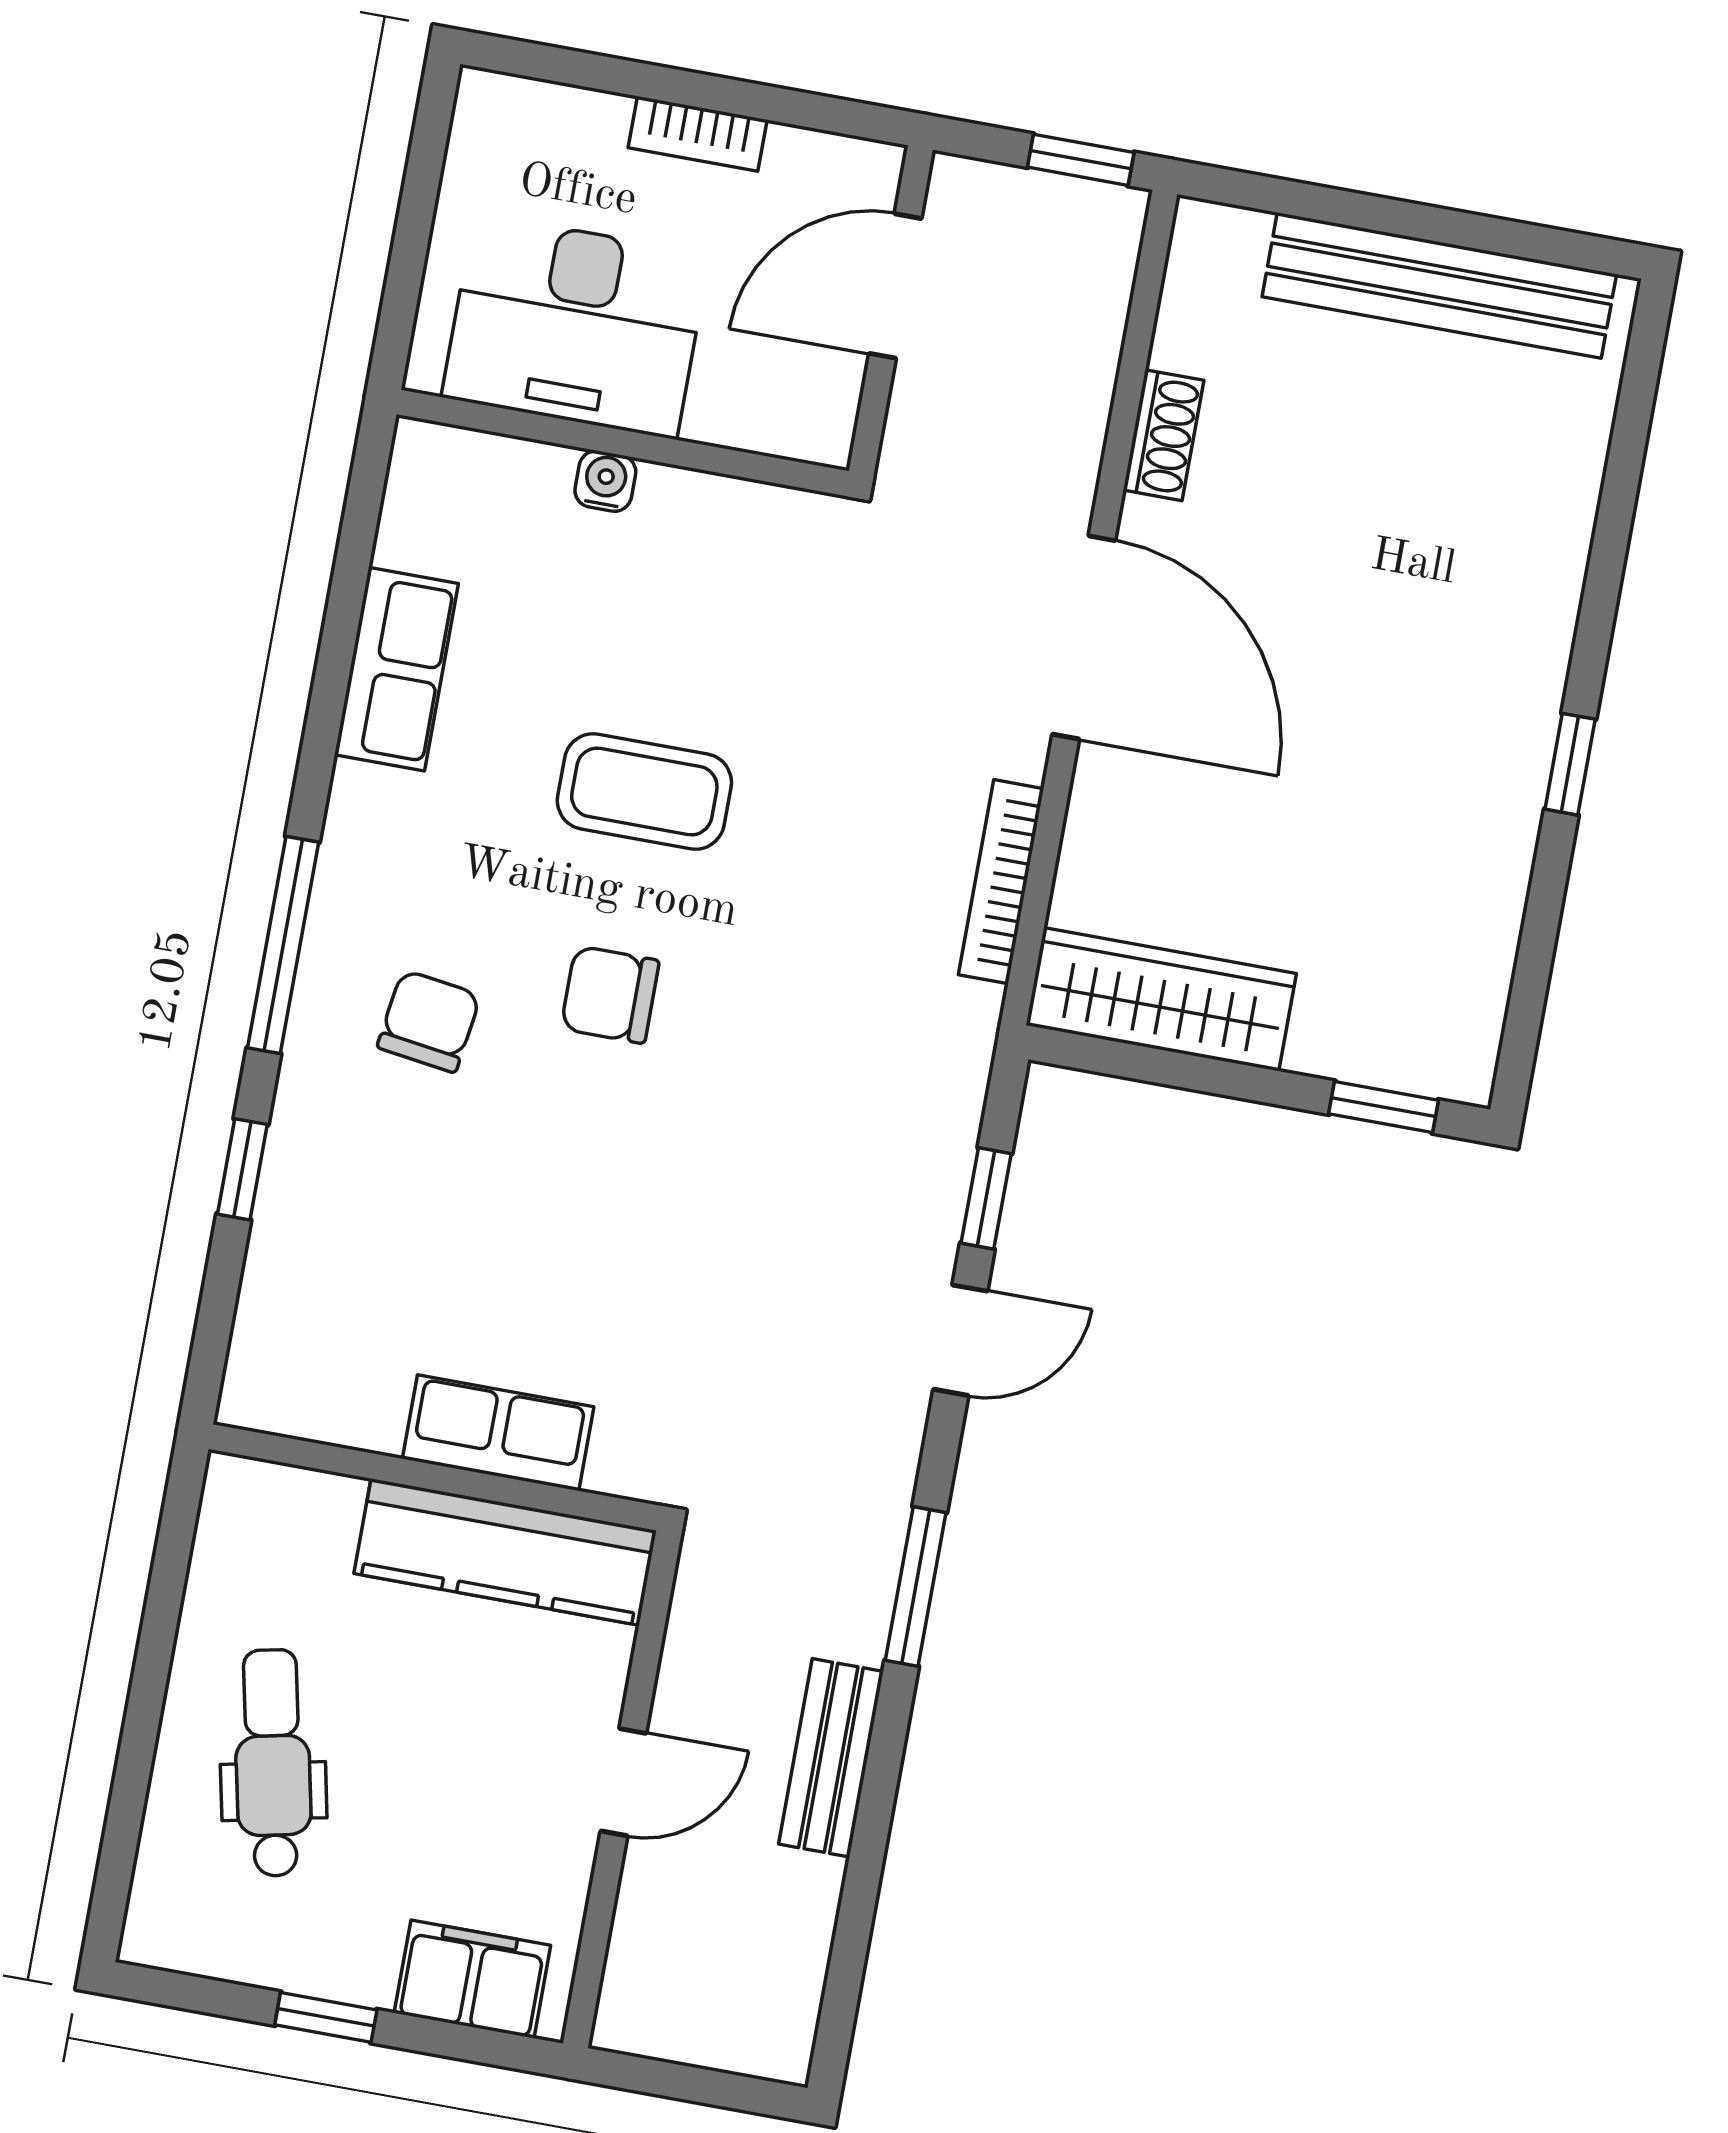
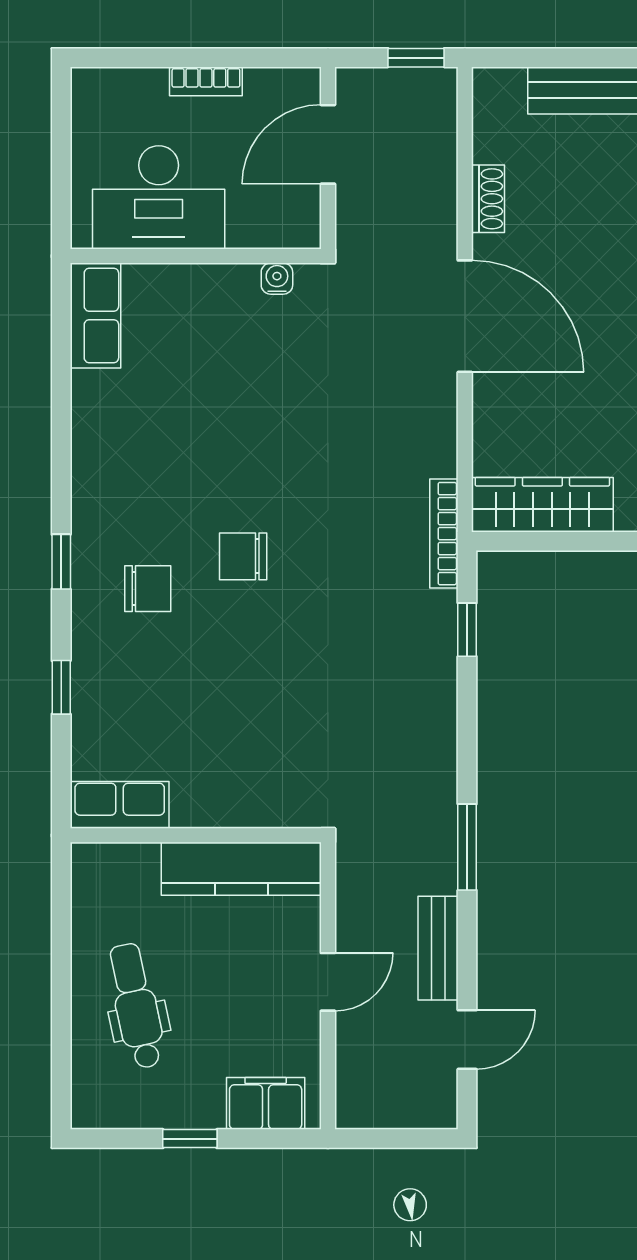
water cooler: (605, 481) -> (277, 279), moved
row of seats: (396, 669) -> (95, 315), moved
coffee table: (644, 791) -> (242, 443), removed
bookcase: (1001, 882) -> (444, 534), moved
window: (283, 945) -> (61, 562), width x0.46
chair: (429, 1021) -> (148, 589), turned 82
door: (960, 1340) -> (467, 1040), moved
row of seats: (498, 1433) -> (120, 805), moved

